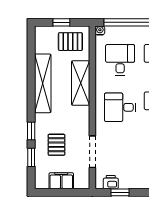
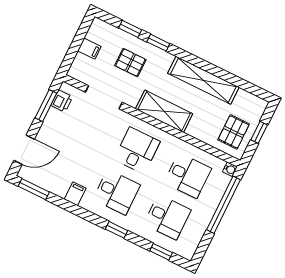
shelving: (81, 83) -> (164, 111), moved
filing cabinet: (61, 181) -> (89, 49), width x0.50
window: (120, 192) -> (46, 106), width x1.50

